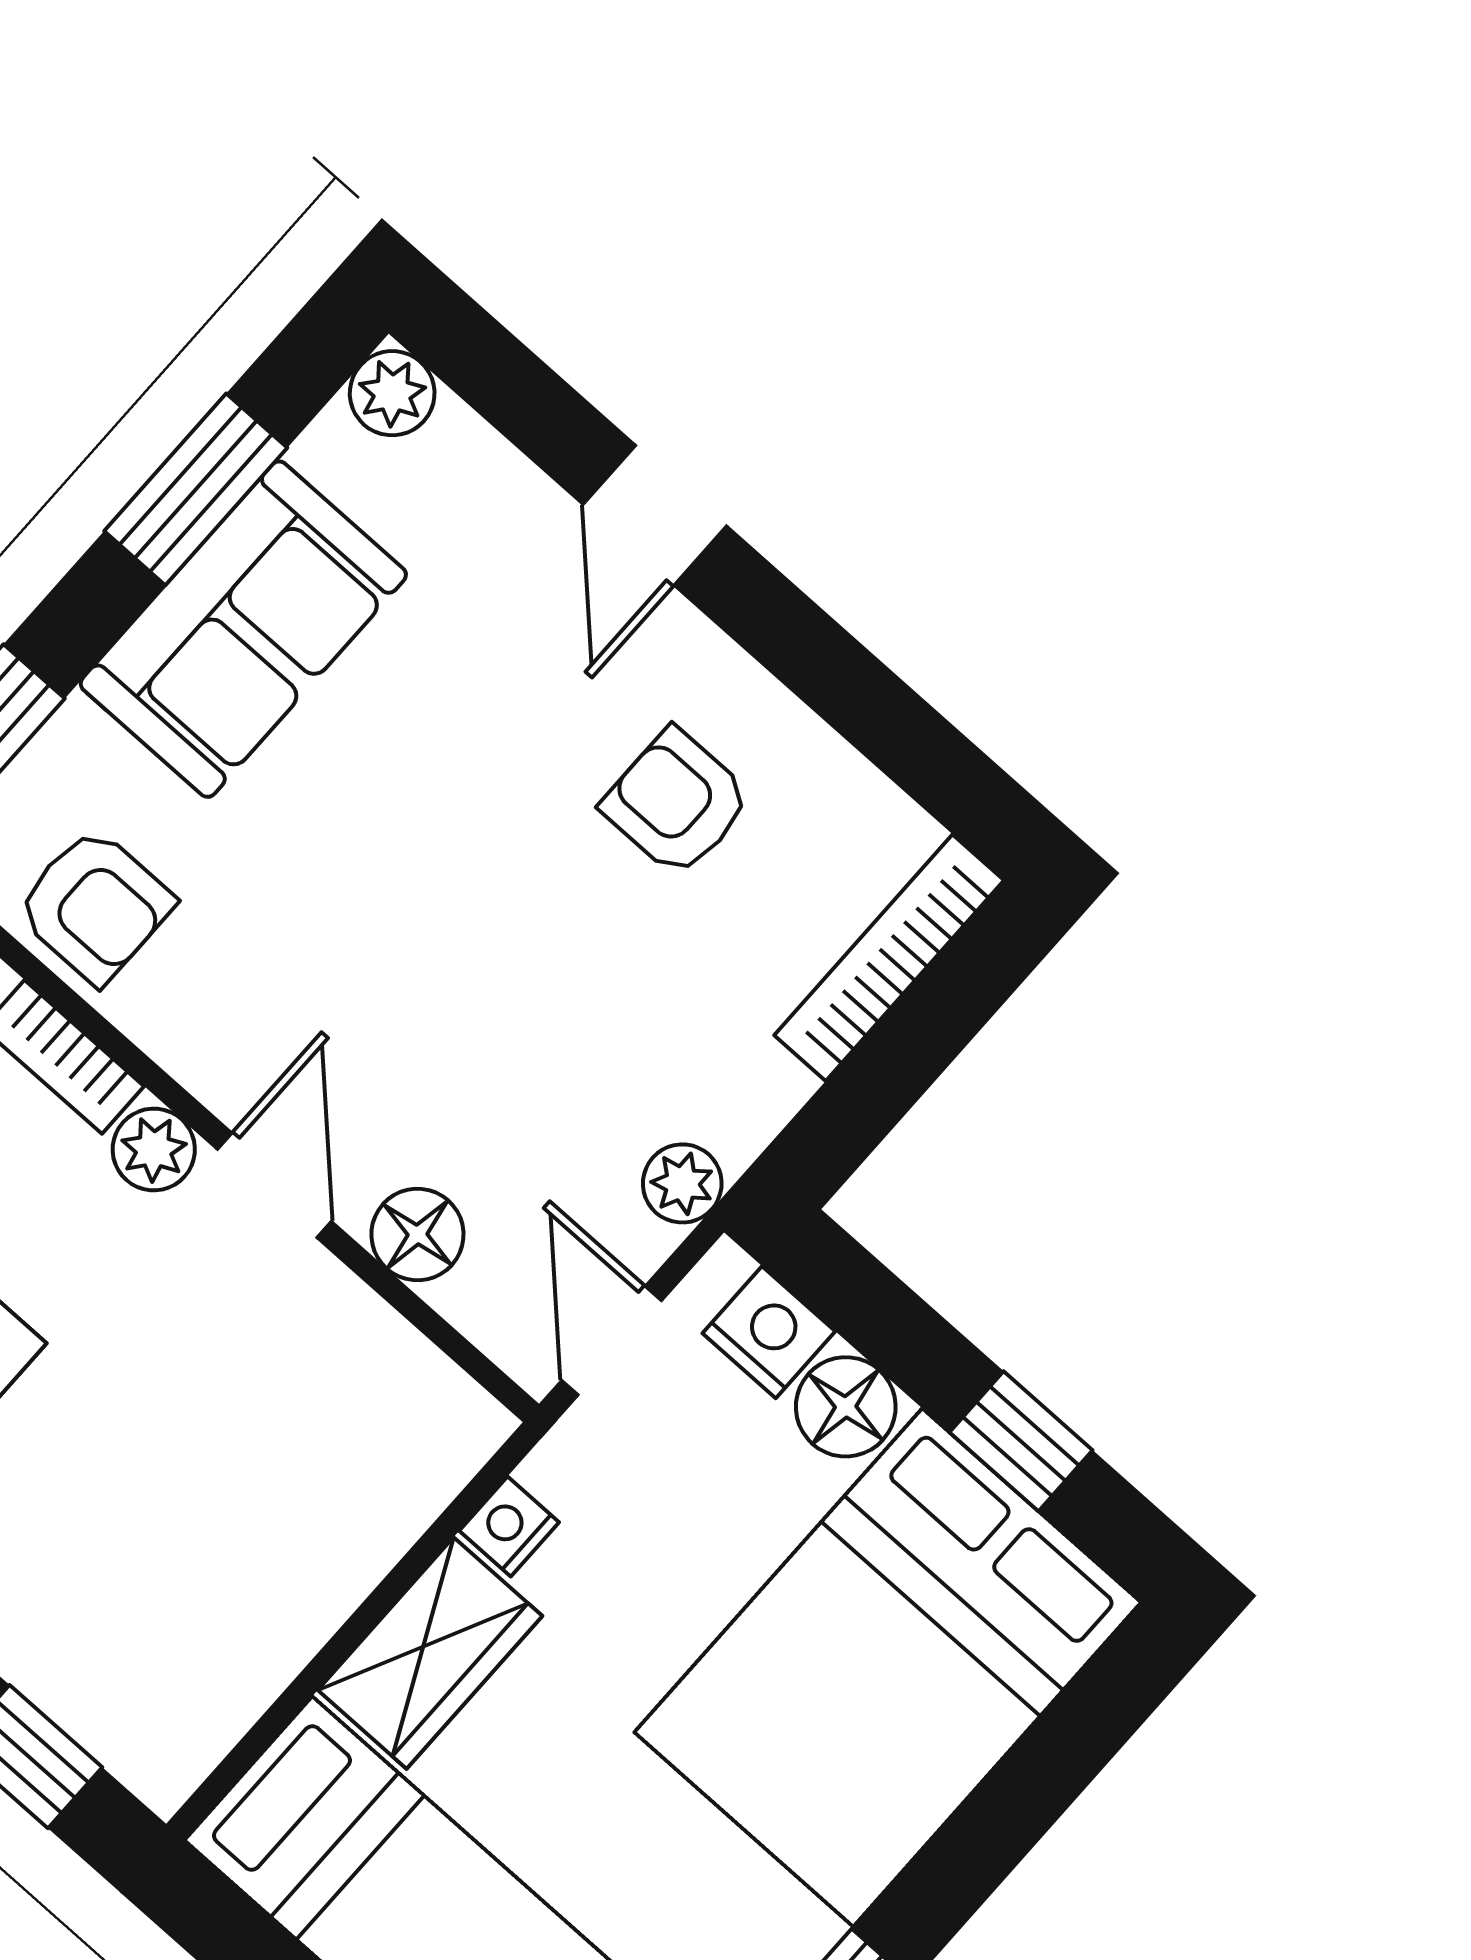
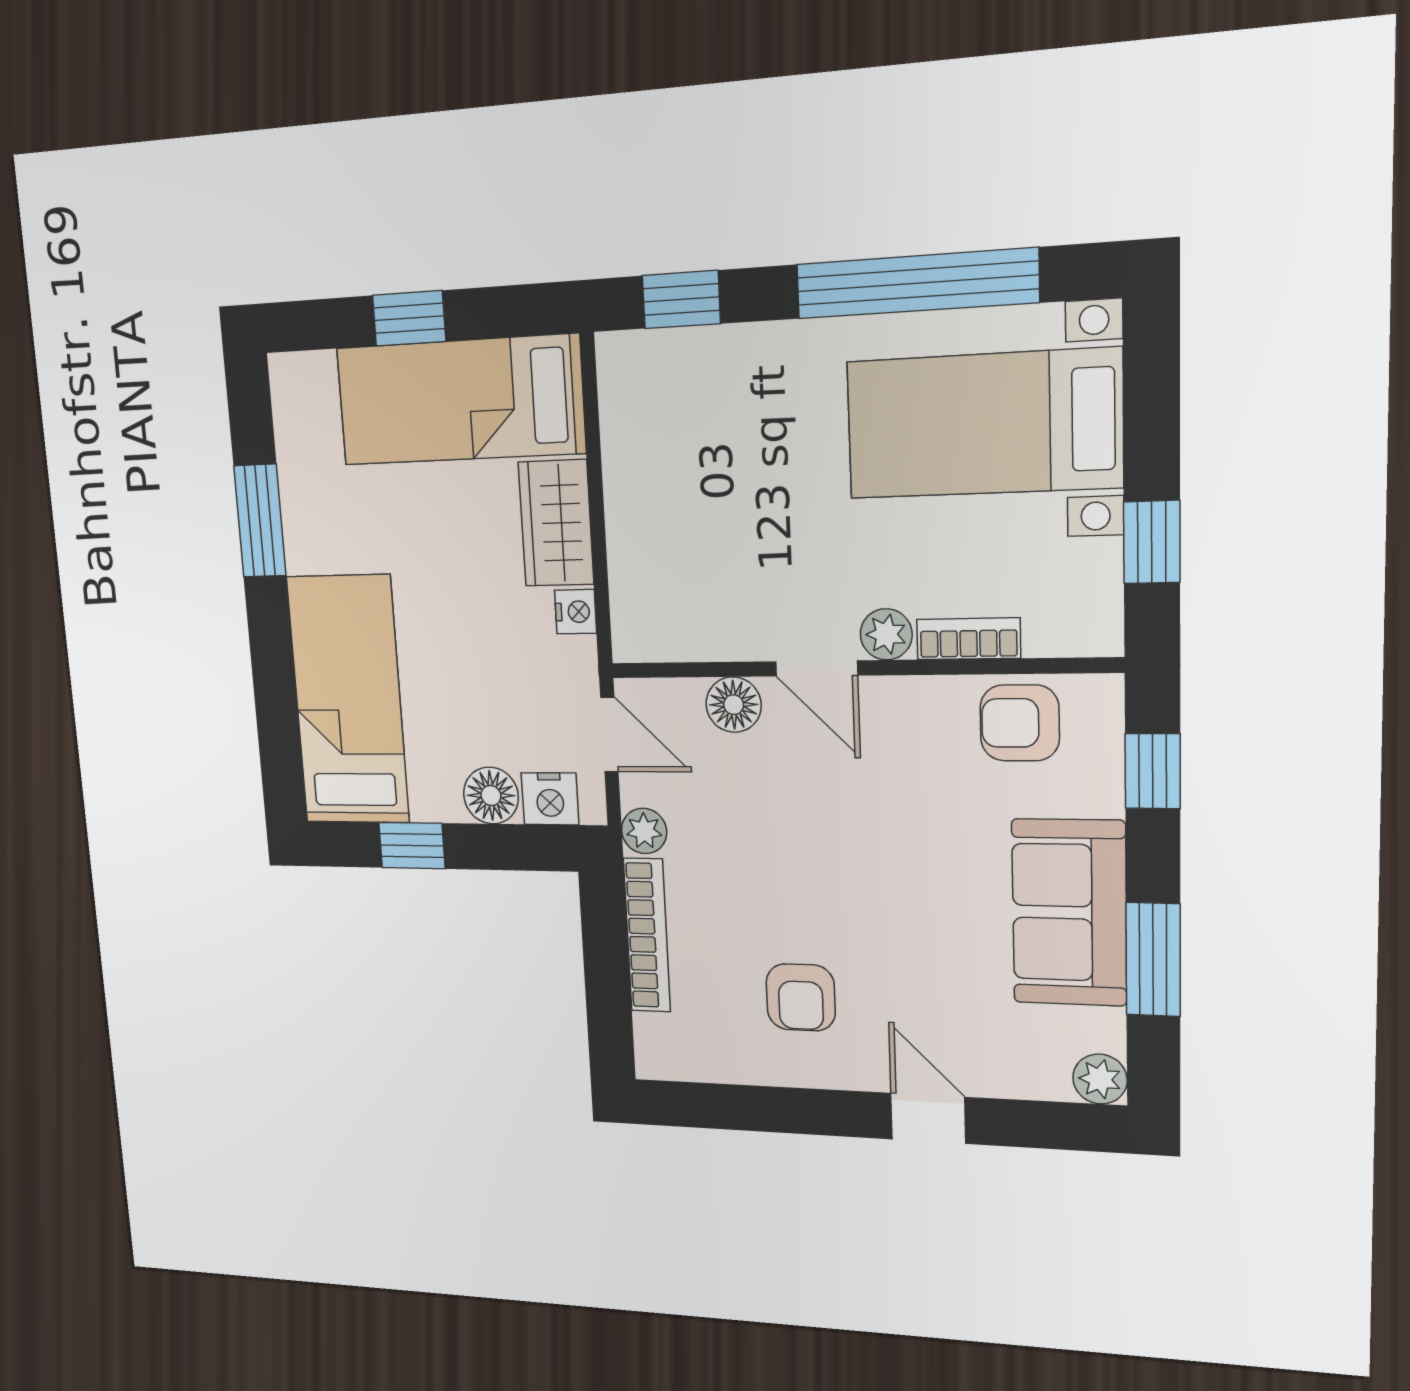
armchair: (677, 803) -> (801, 997), turned 90
bookcase: (889, 958) -> (647, 935), moved
bed: (888, 1667) -> (348, 700), width x0.67

